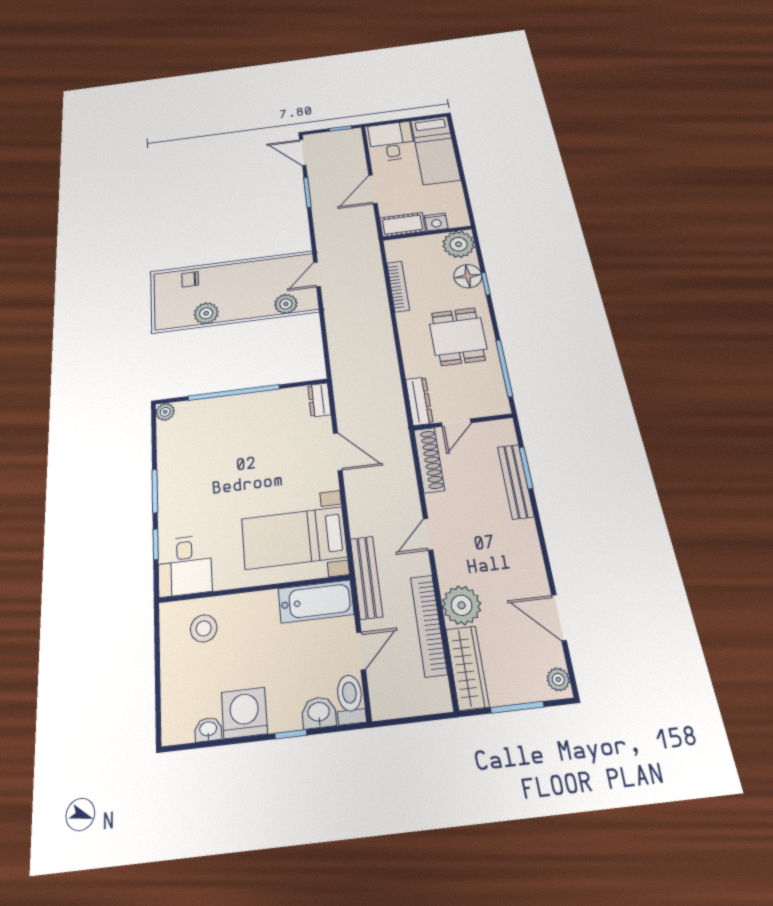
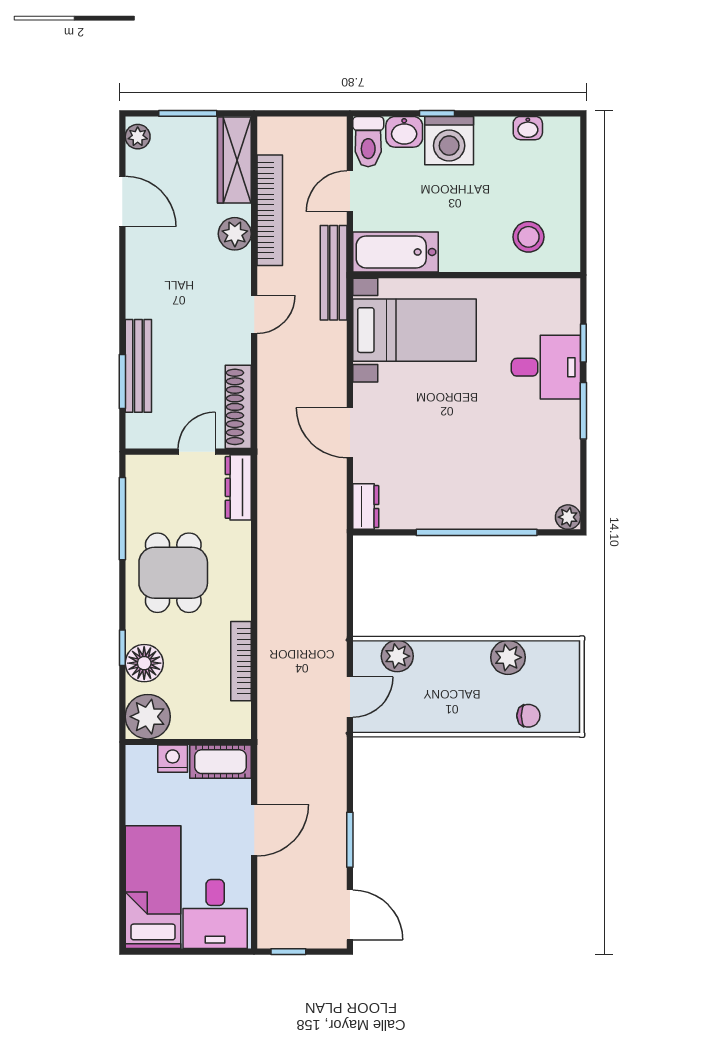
desk: (185, 566) -> (546, 367), moved, turned 90
plant: (462, 605) -> (235, 234), width x0.73, depth x0.73
washing machine: (244, 713) -> (449, 141), moved

